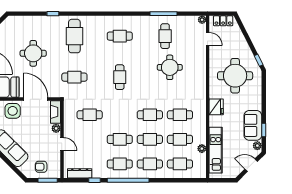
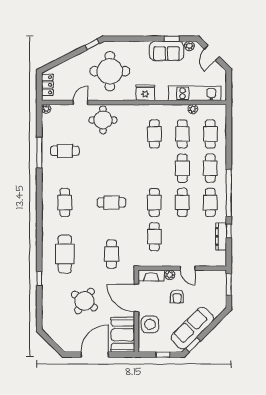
cafe table: (74, 36) -> (65, 254), turned 90
door: (208, 39) -> (80, 102), moved
round table: (33, 53) -> (84, 301), turned 34
round table: (170, 67) -> (103, 120), moved
door: (36, 99) -> (136, 298), hinge flipped
cafe table: (150, 115) -> (154, 202), moved
door: (62, 144) -> (188, 268), swing flipped
armchair: (41, 167) -> (177, 296), moved
dresser: (80, 173) -> (221, 236), moved

